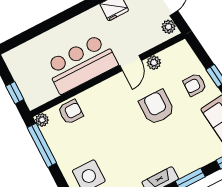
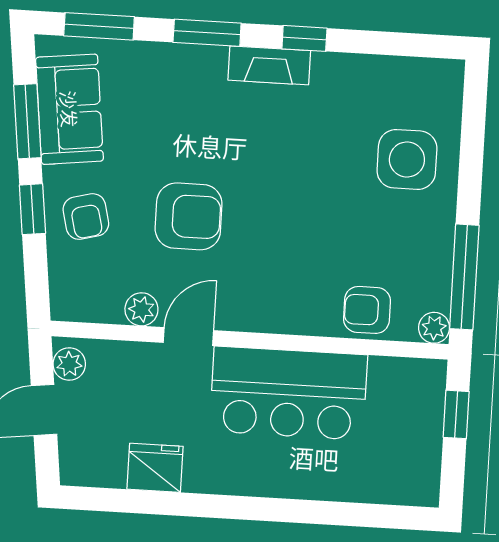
armchair: (195, 85) -> (86, 217), turned 76
armchair: (157, 107) -> (189, 216), turned -90

